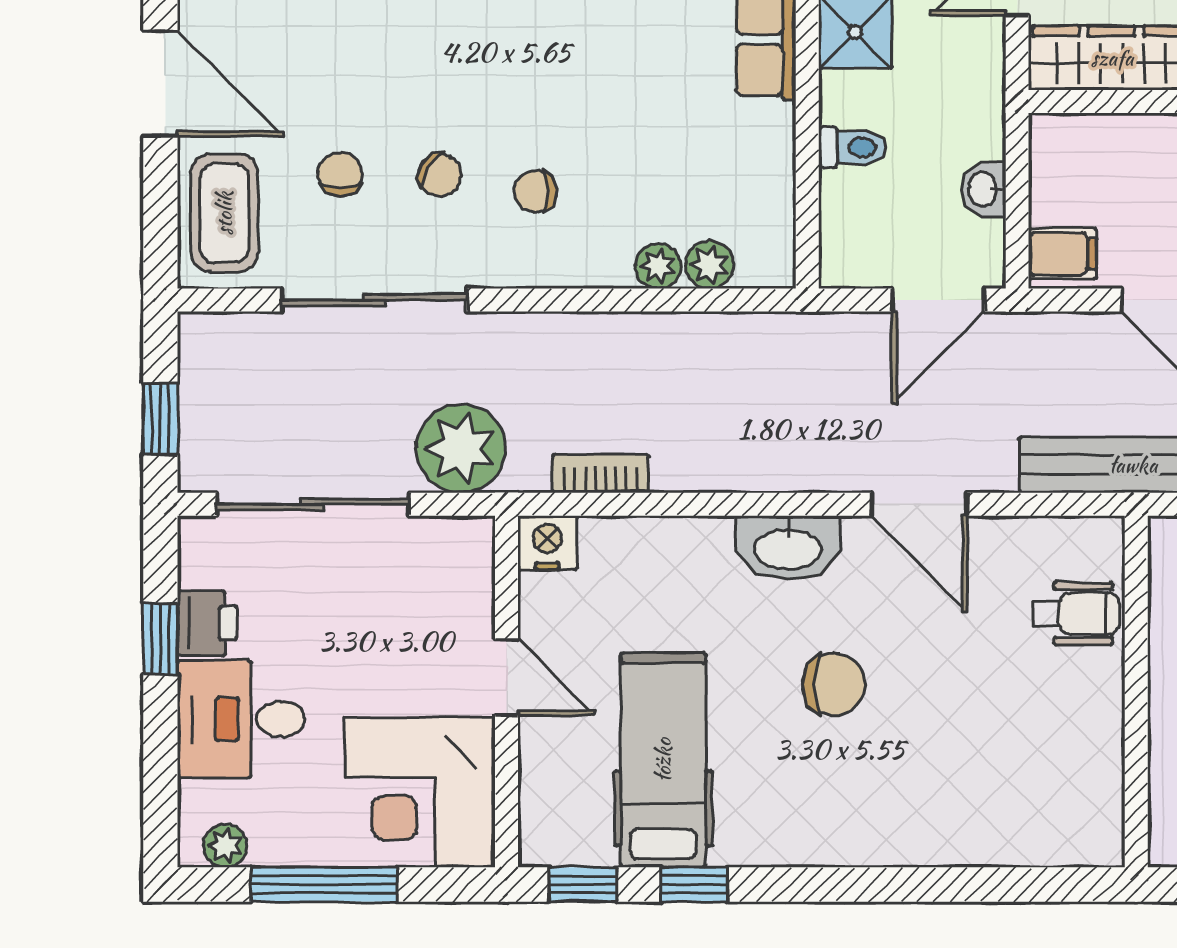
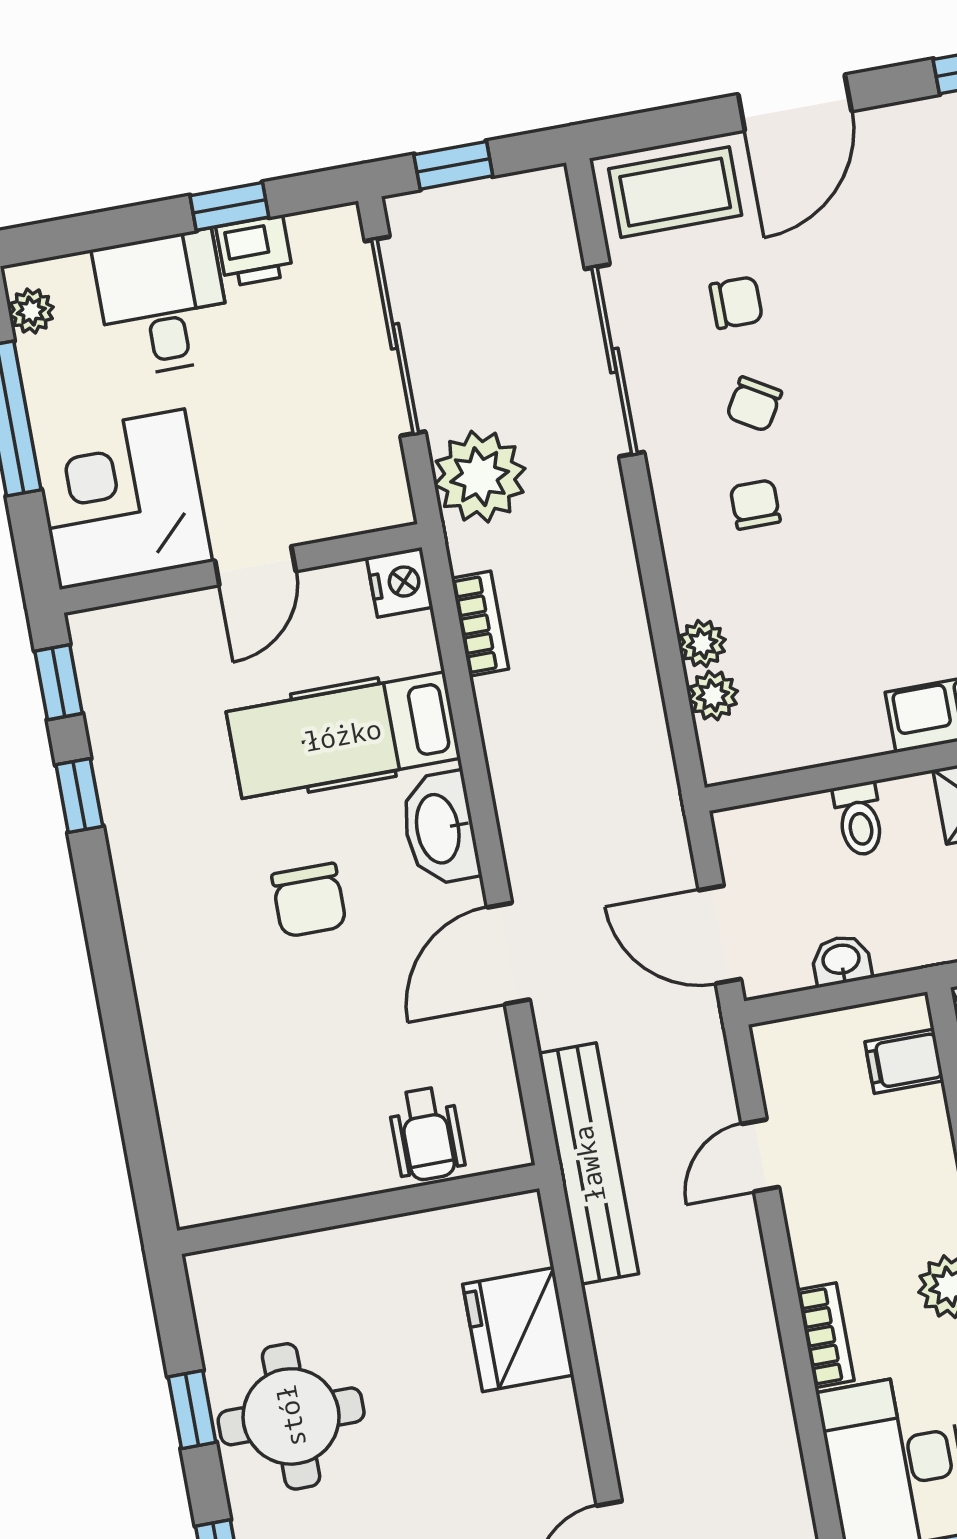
filing cabinet: (1062, 254) -> (904, 1061), moved, turned 90
hospital bed: (663, 760) -> (343, 735), moved, turned 180

